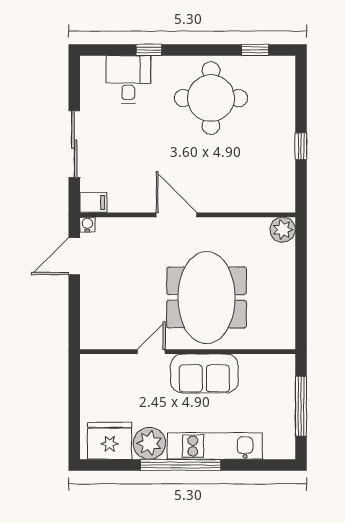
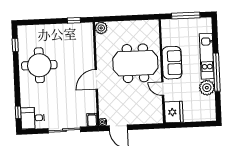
window: (149, 50) -> (18, 112), moved
desk: (128, 79) -> (33, 118), moved
window: (301, 146) -> (74, 20), moved
fridge: (110, 441) -> (174, 112), moved, turned 180

